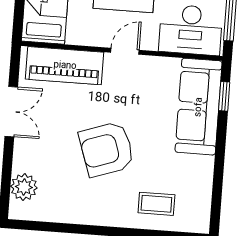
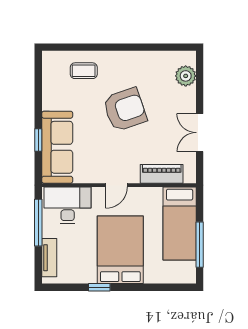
piano: (65, 66) -> (162, 174), width x0.73, depth x0.75
window: (224, 96) -> (38, 140), moved

